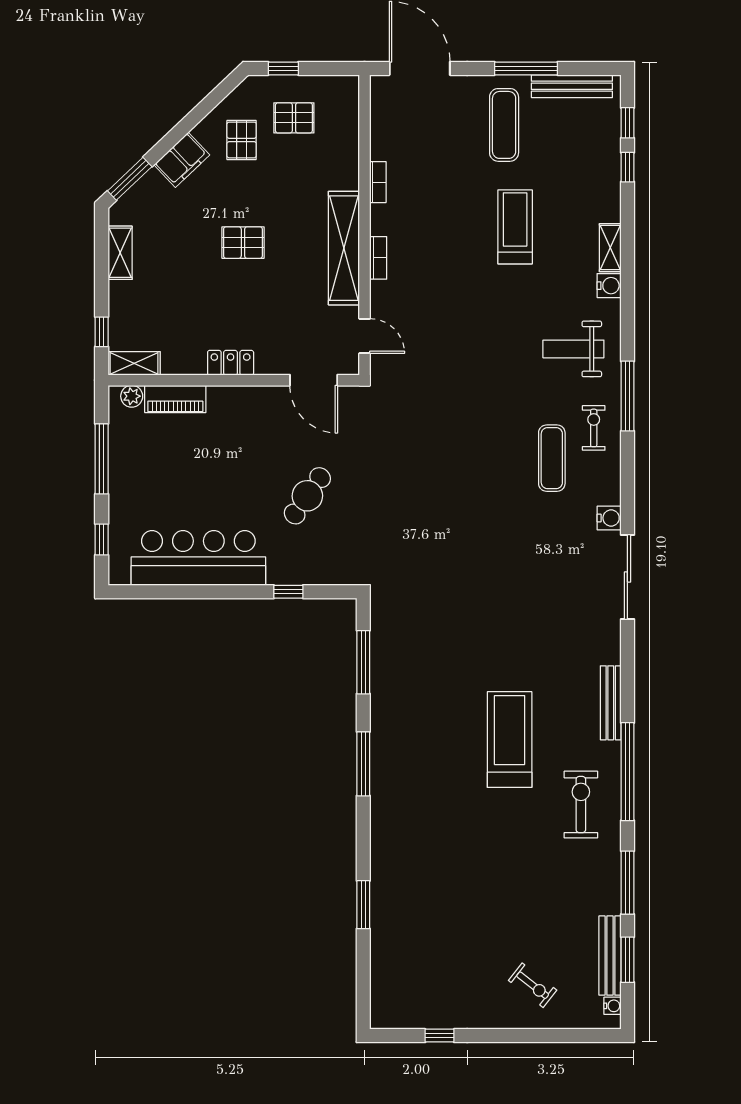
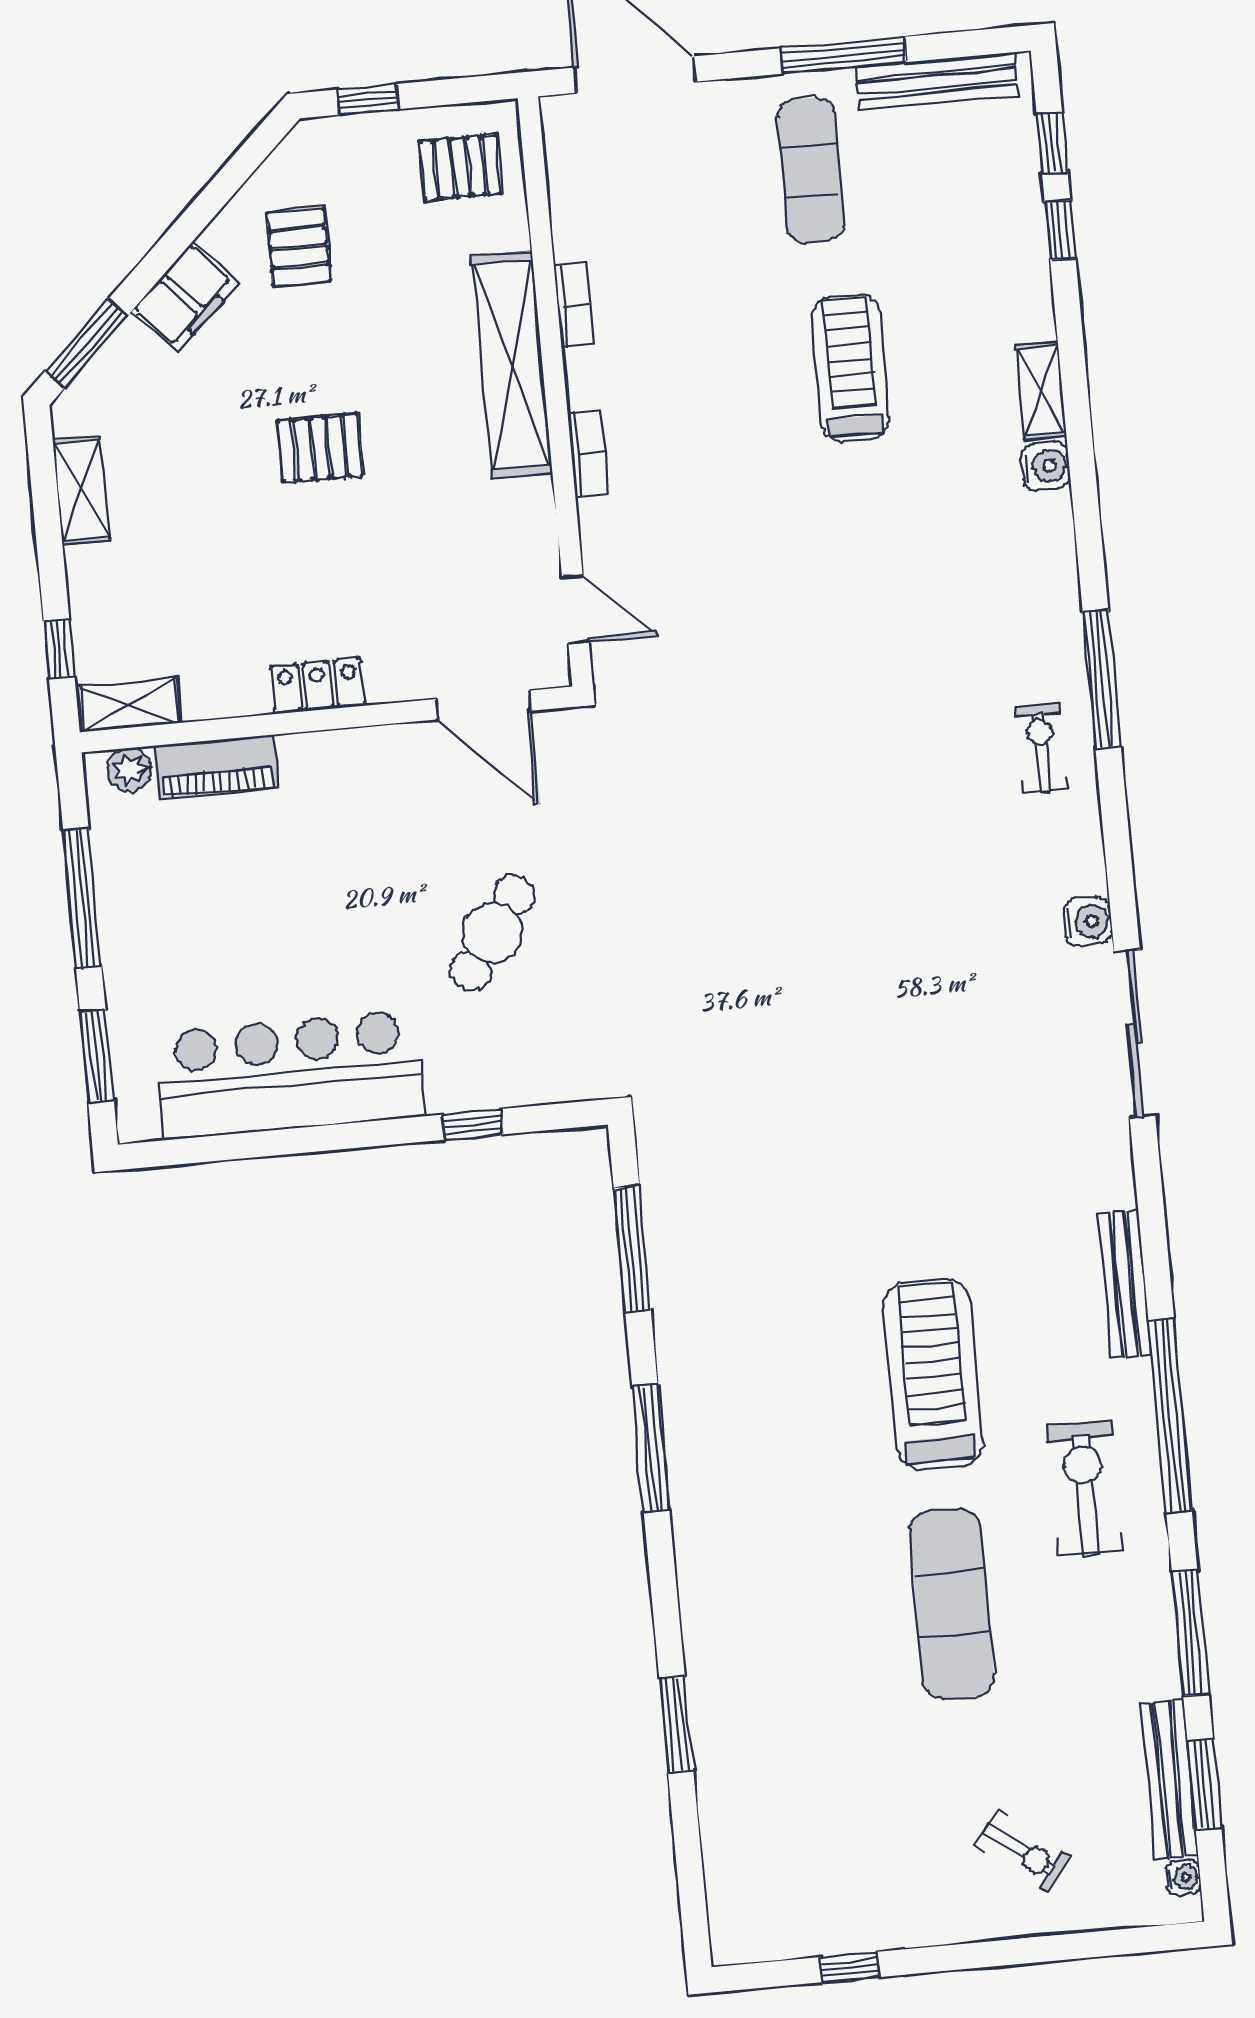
pallet: (294, 118) -> (460, 167), moved
shelving: (344, 248) -> (512, 365), moved
weight bench: (573, 349) -> (987, 597), removed
exercise mat: (552, 458) -> (952, 1604), moved, width x1.36, depth x1.45
window: (102, 539) -> (97, 1056), width x1.50

